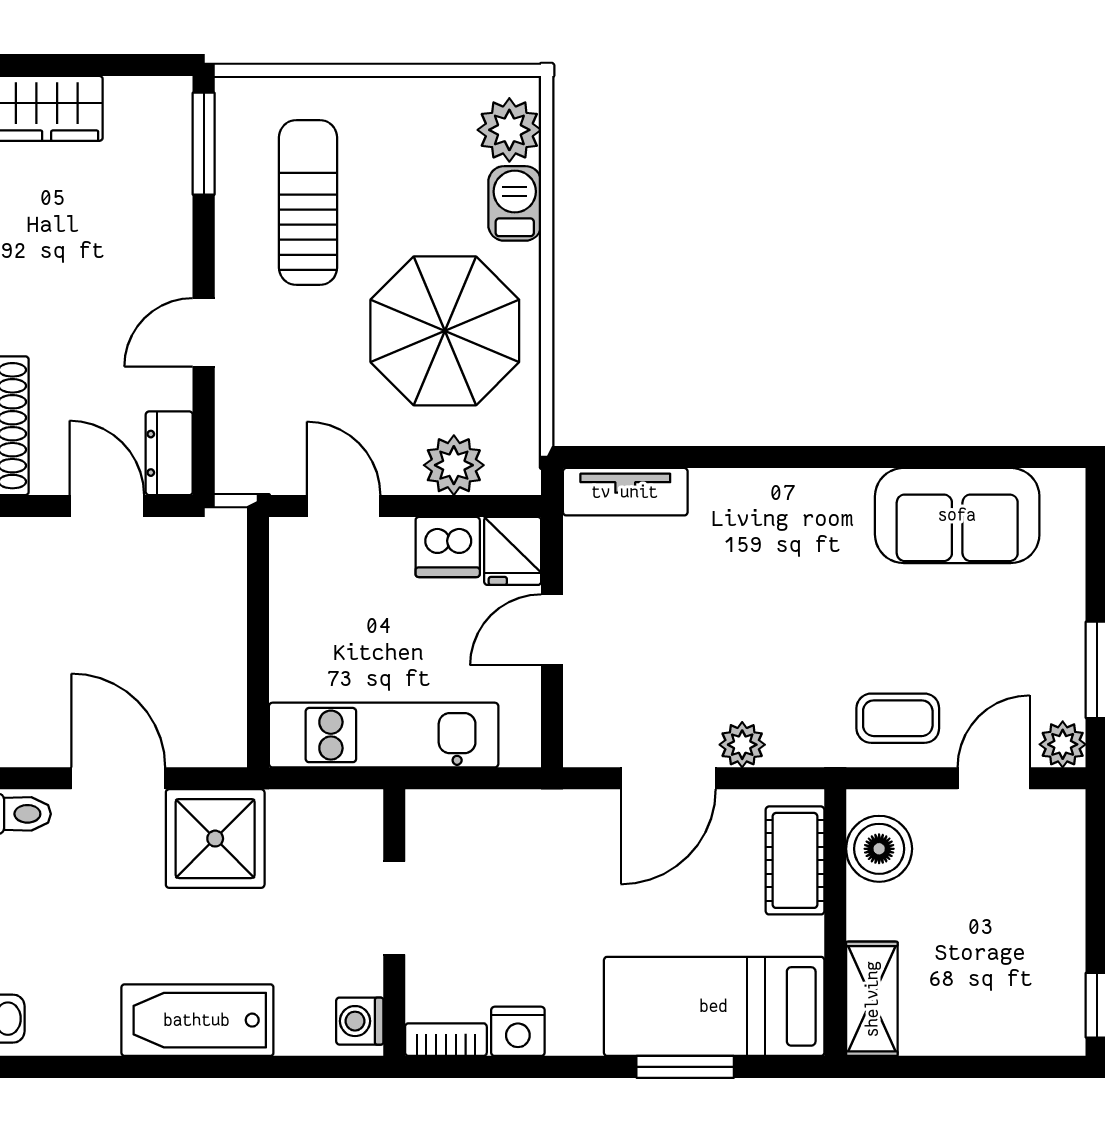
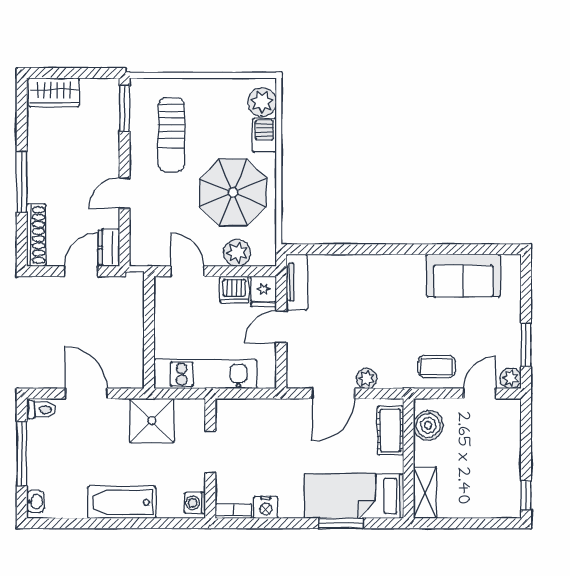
sun lounger: (308, 203) -> (171, 135), turned 180
tv unit: (625, 492) -> (297, 282), moved, turned -90
door: (107, 506) -> (81, 271), hinge flipped
shower: (215, 839) -> (152, 421), moved

